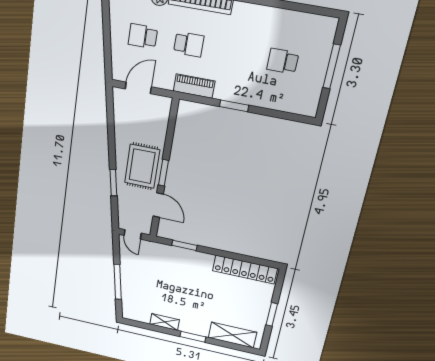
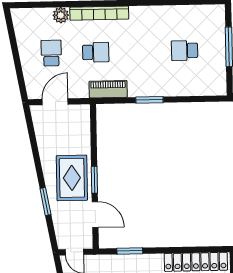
school desk: (143, 36) -> (51, 53), turned 90

